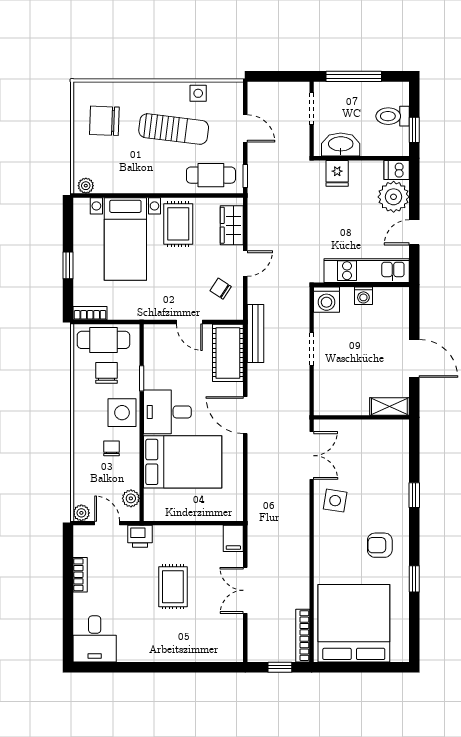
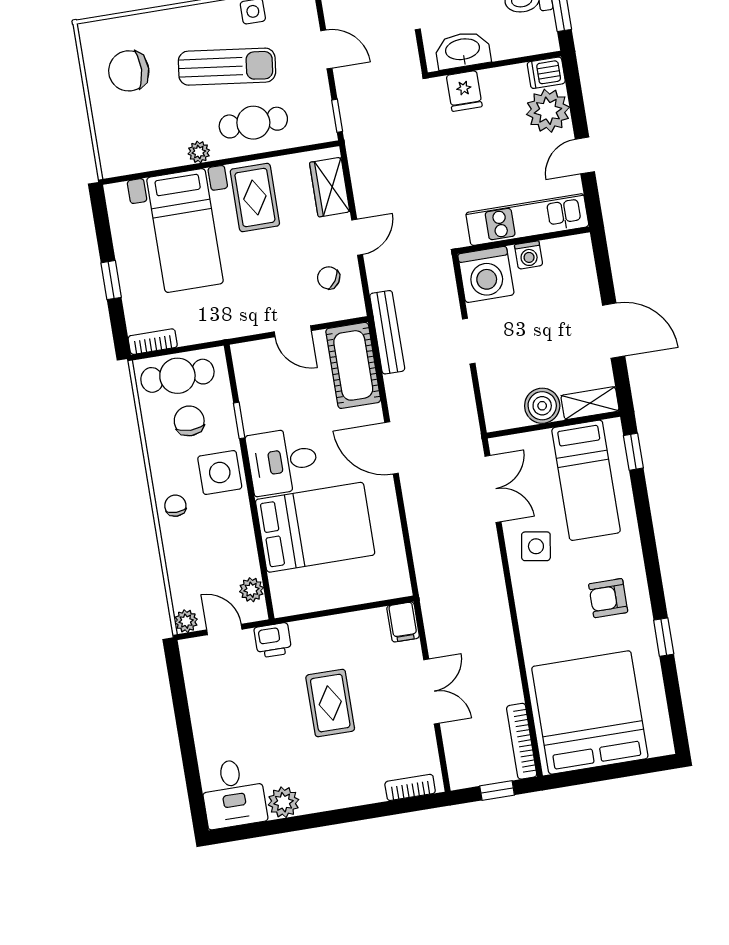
cafe table: (211, 175) -> (253, 123), moved
plant: (86, 186) -> (199, 152), moved
washing machine: (326, 300) -> (486, 274), width x1.37, depth x1.37
boiler: (356, 403) -> (542, 406), added
chair: (112, 448) -> (175, 506), moved
bed: (378, 460) -> (586, 480), added
window: (414, 495) -> (633, 452), moved
bookcase: (80, 575) -> (410, 787), moved, turned -90
double door: (245, 590) -> (431, 692), swing flipped
plant: (129, 651) -> (284, 802), added

